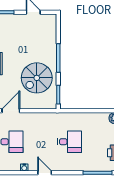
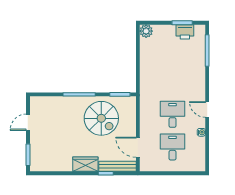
desk: (70, 142) -> (172, 114), moved
door: (45, 173) -> (207, 109), hinge flipped

